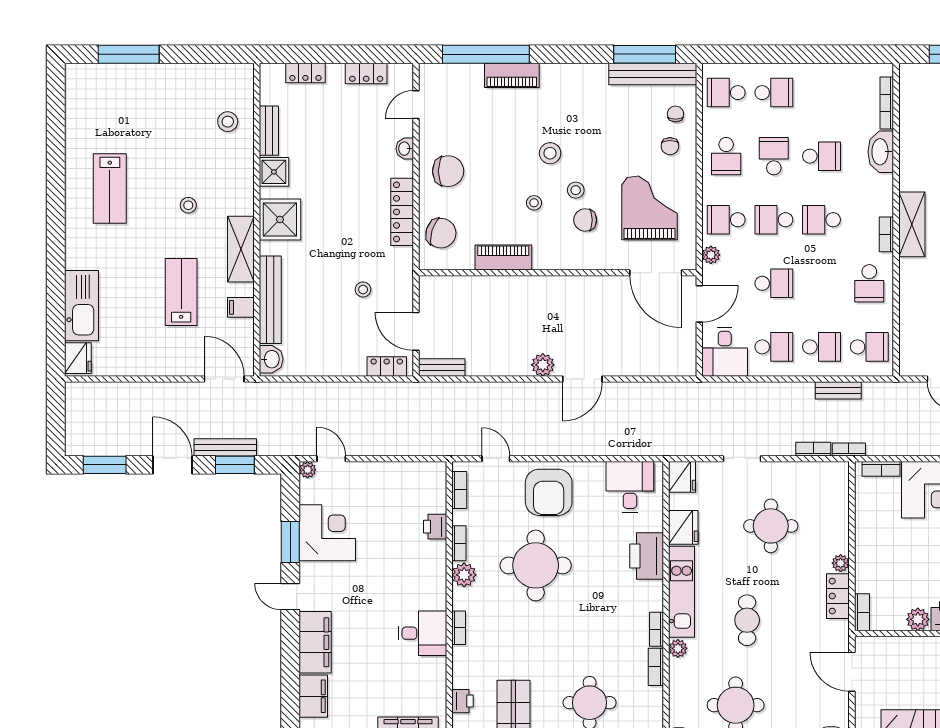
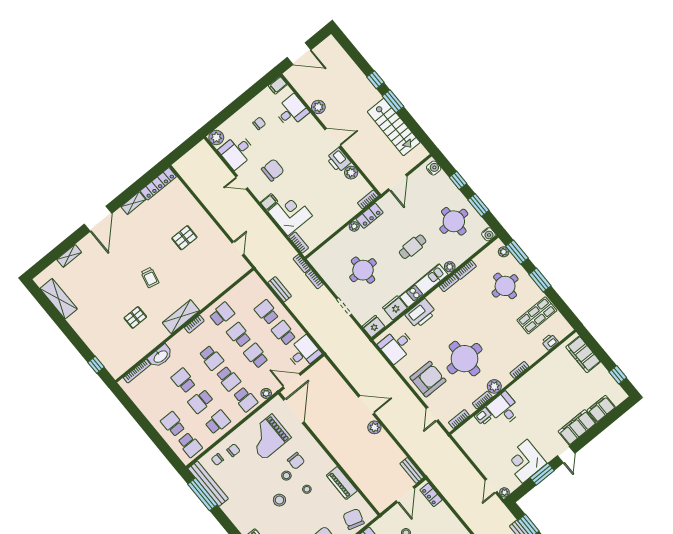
school desk: (869, 347) -> (239, 335), moved
desk: (422, 633) -> (504, 409), moved

